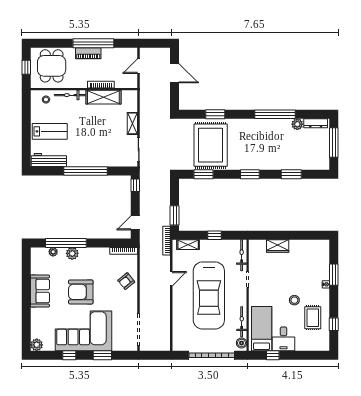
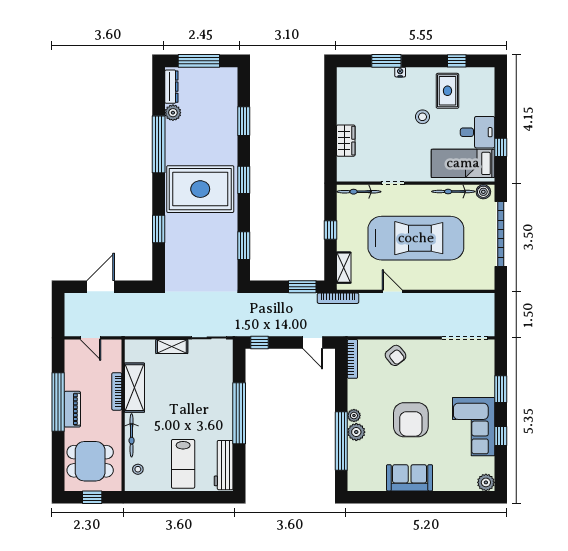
lab bench: (50, 131) -> (183, 464), turned 180
rug: (211, 145) -> (200, 189), moved
plant: (53, 252) -> (354, 416), moved
rug: (313, 318) -> (447, 91), turned 90
corner sofa: (84, 331) -> (474, 427), width x0.73, depth x0.74

